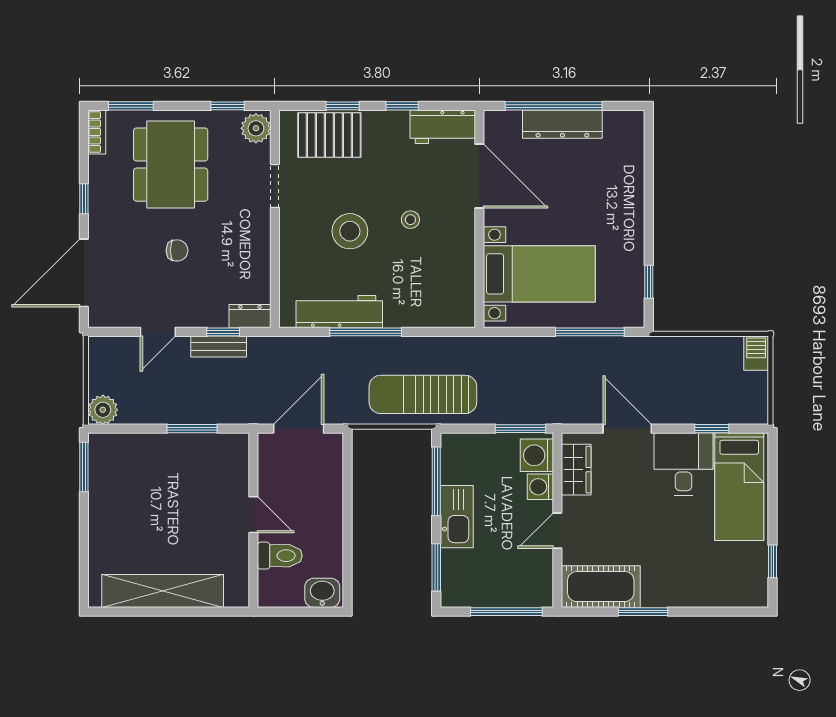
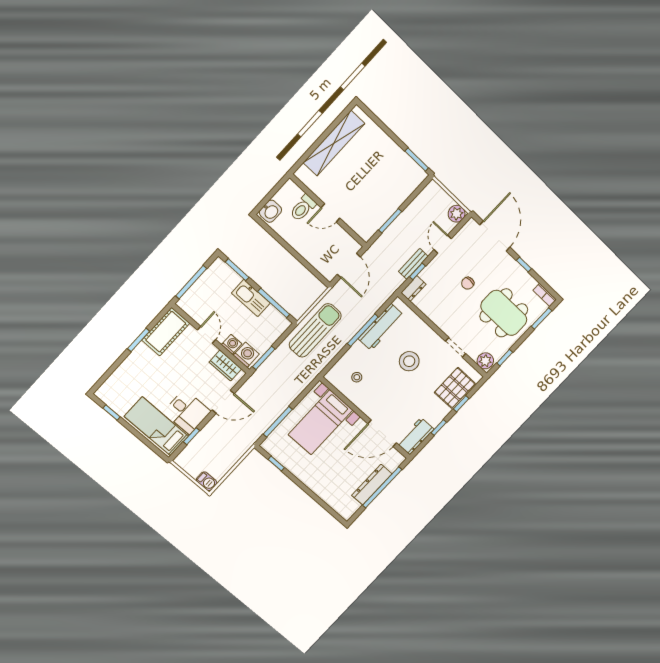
stool: (410, 220) -> (357, 377), moved
plant: (103, 410) -> (457, 214), moved

